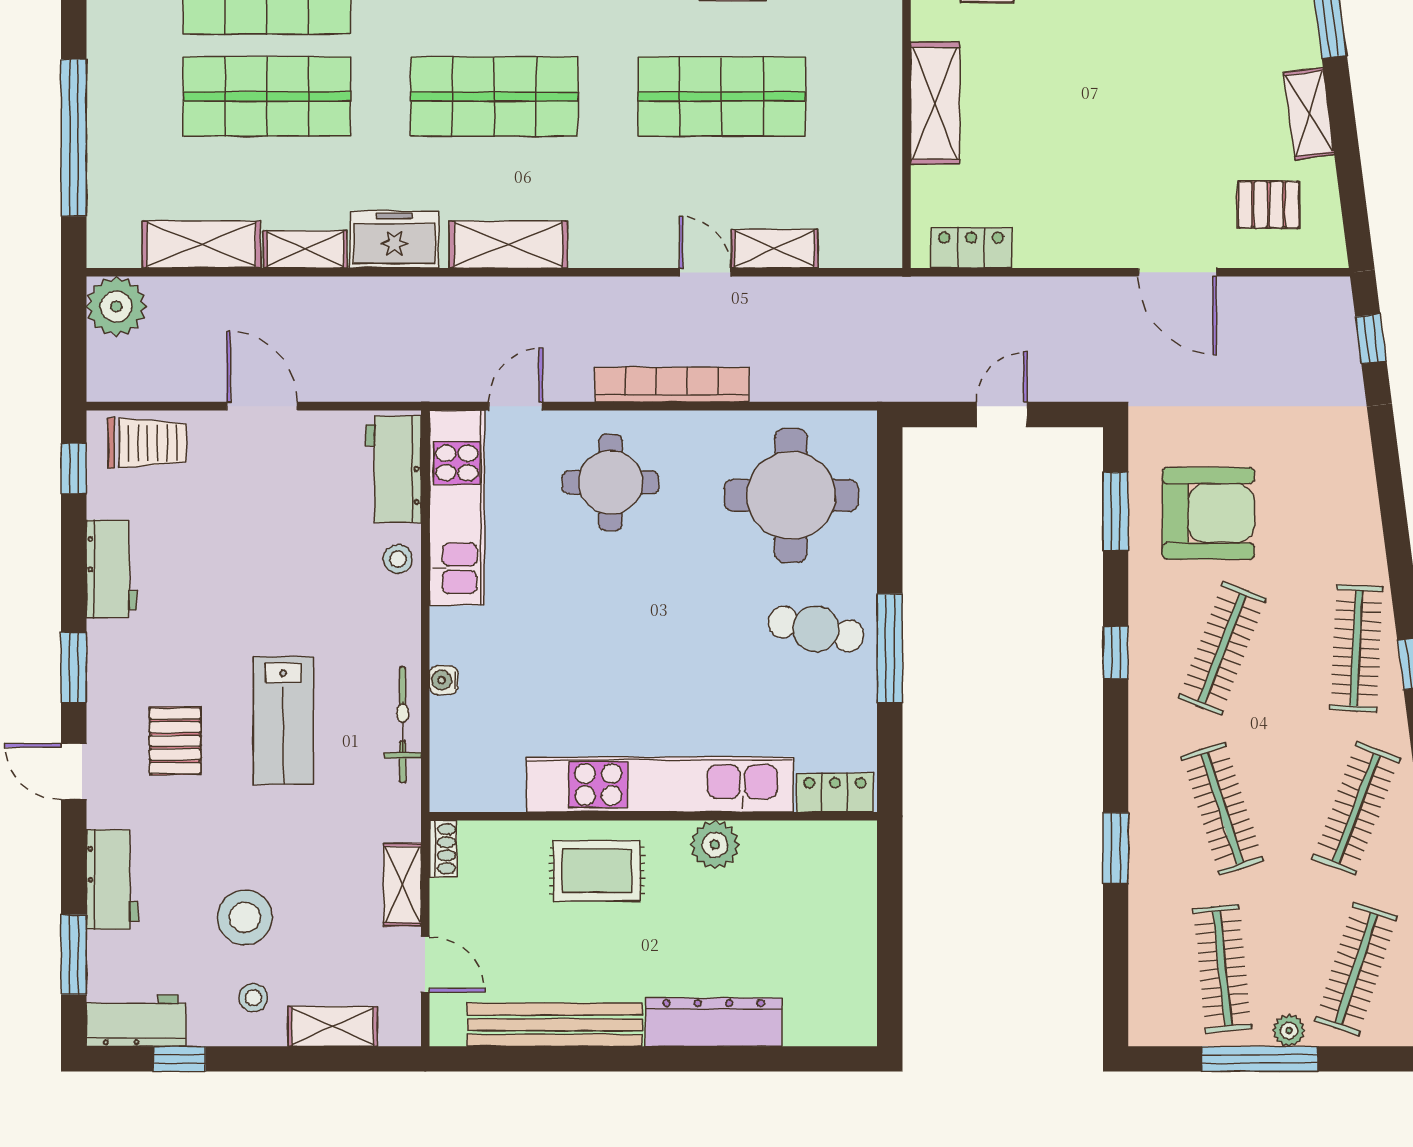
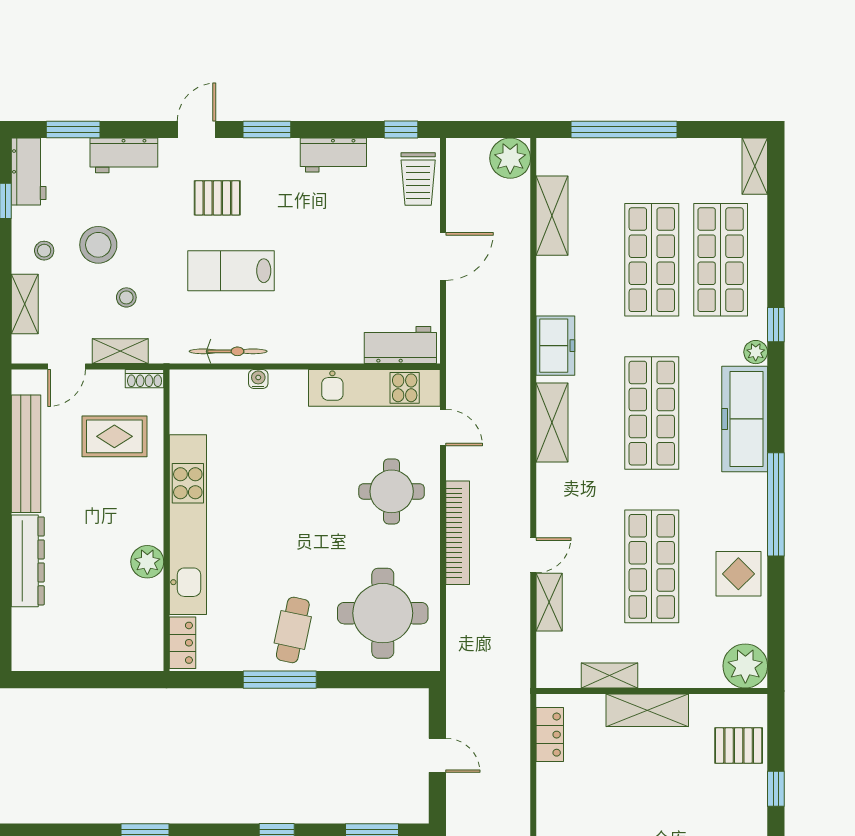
shelving: (305, 249) -> (610, 675), moved, turned 90
stool: (398, 559) -> (126, 297), moved
rug: (597, 871) -> (114, 436), moved, turned 90

